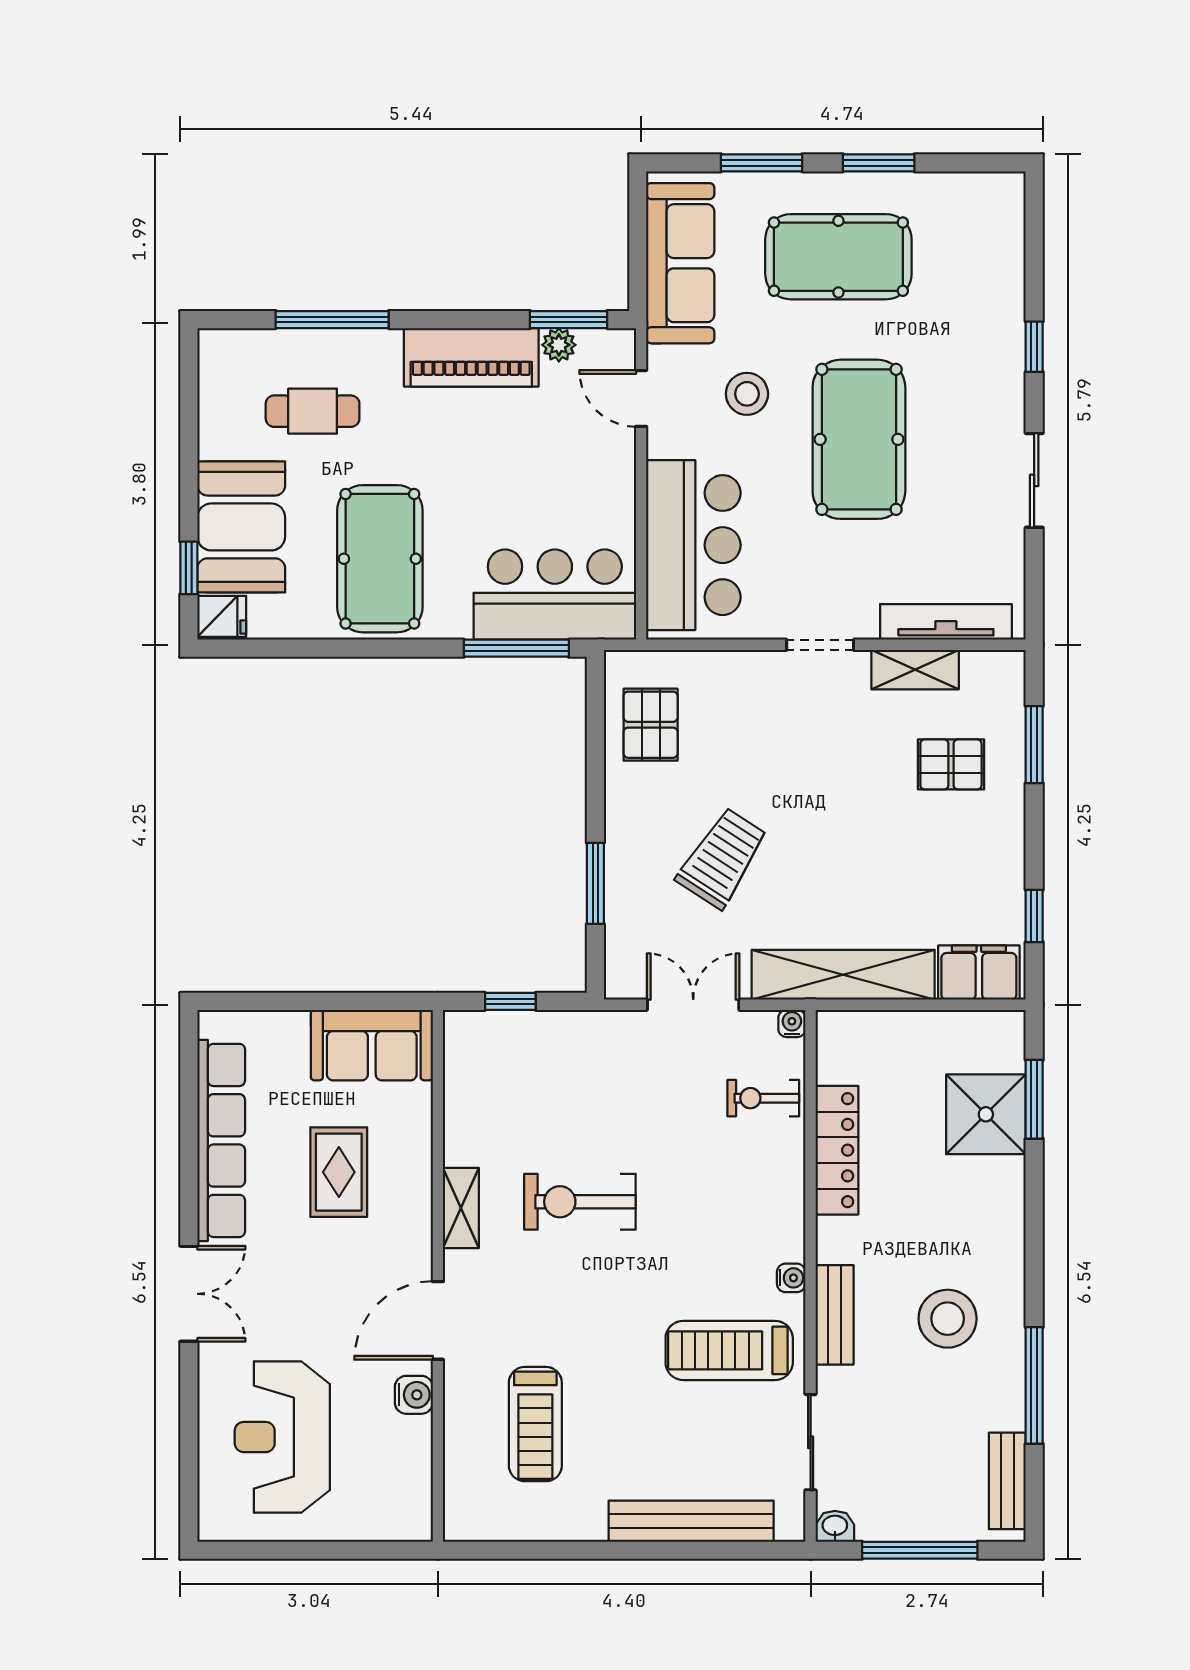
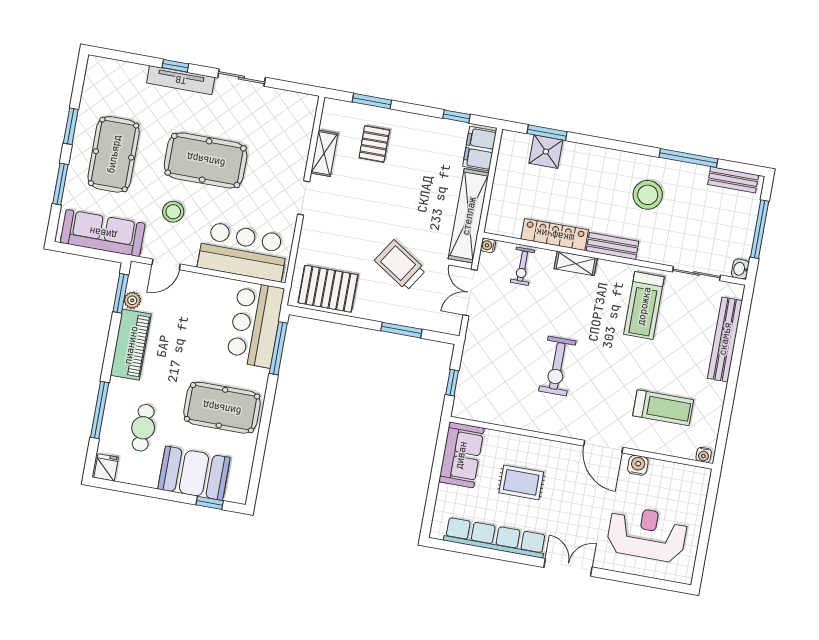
fridge: (222, 616) -> (106, 467), moved
tv unit: (946, 622) -> (181, 80), moved, turned -90
pallet: (651, 725) -> (328, 289), width x1.50, depth x1.42
shower: (986, 1114) -> (546, 152), width x0.73, depth x0.73
shelving: (461, 1208) -> (576, 264), moved
water cooler: (791, 1278) -> (704, 455), moved, turned 180
bench: (835, 1315) -> (612, 246), moved
reception desk: (282, 1437) -> (647, 534), turned 180

